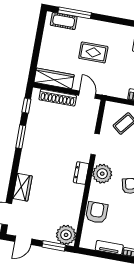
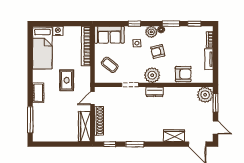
cot: (64, 21) -> (38, 93), moved
rug: (93, 52) -> (67, 80), moved
armchair: (97, 212) -> (183, 74), turned 180

